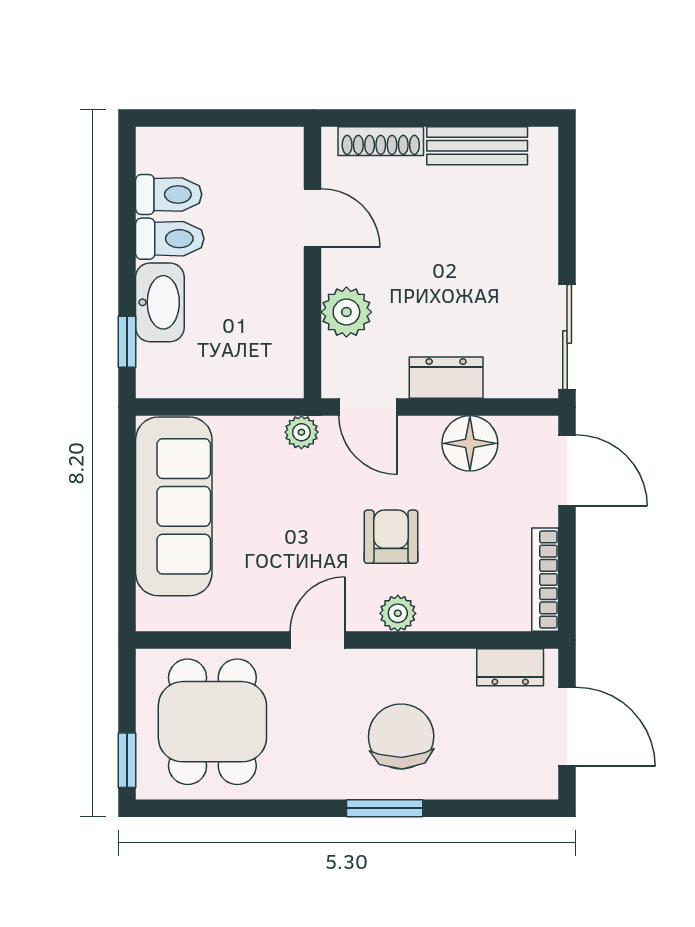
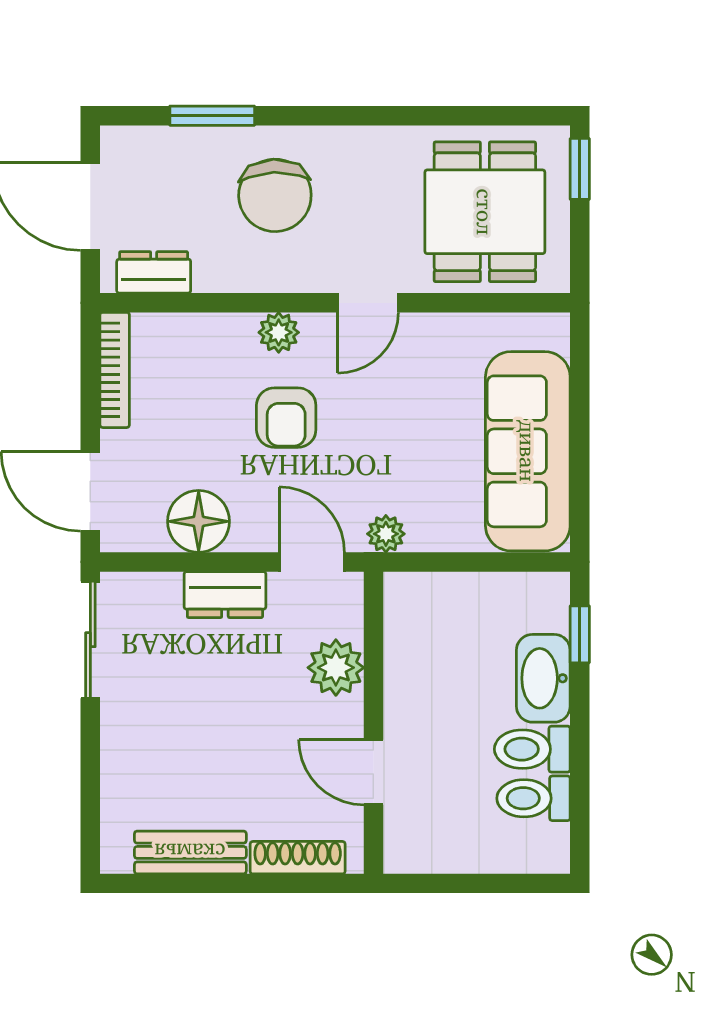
window: (385, 808) -> (212, 116), moved

